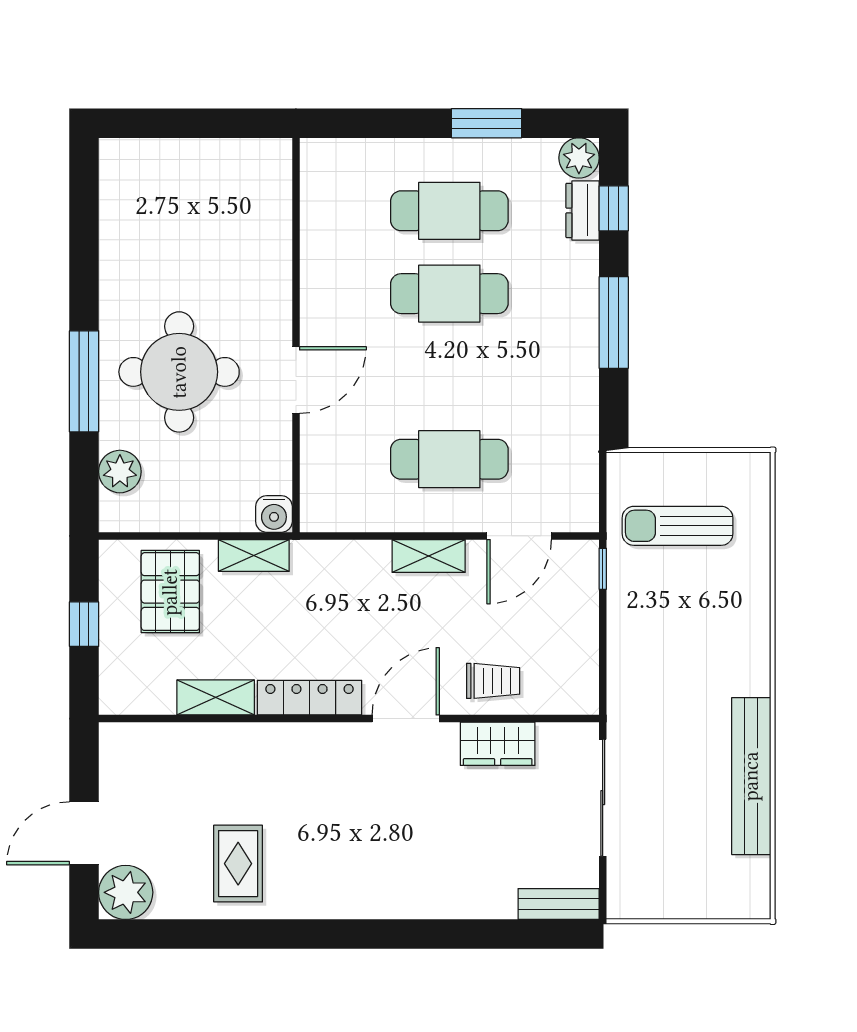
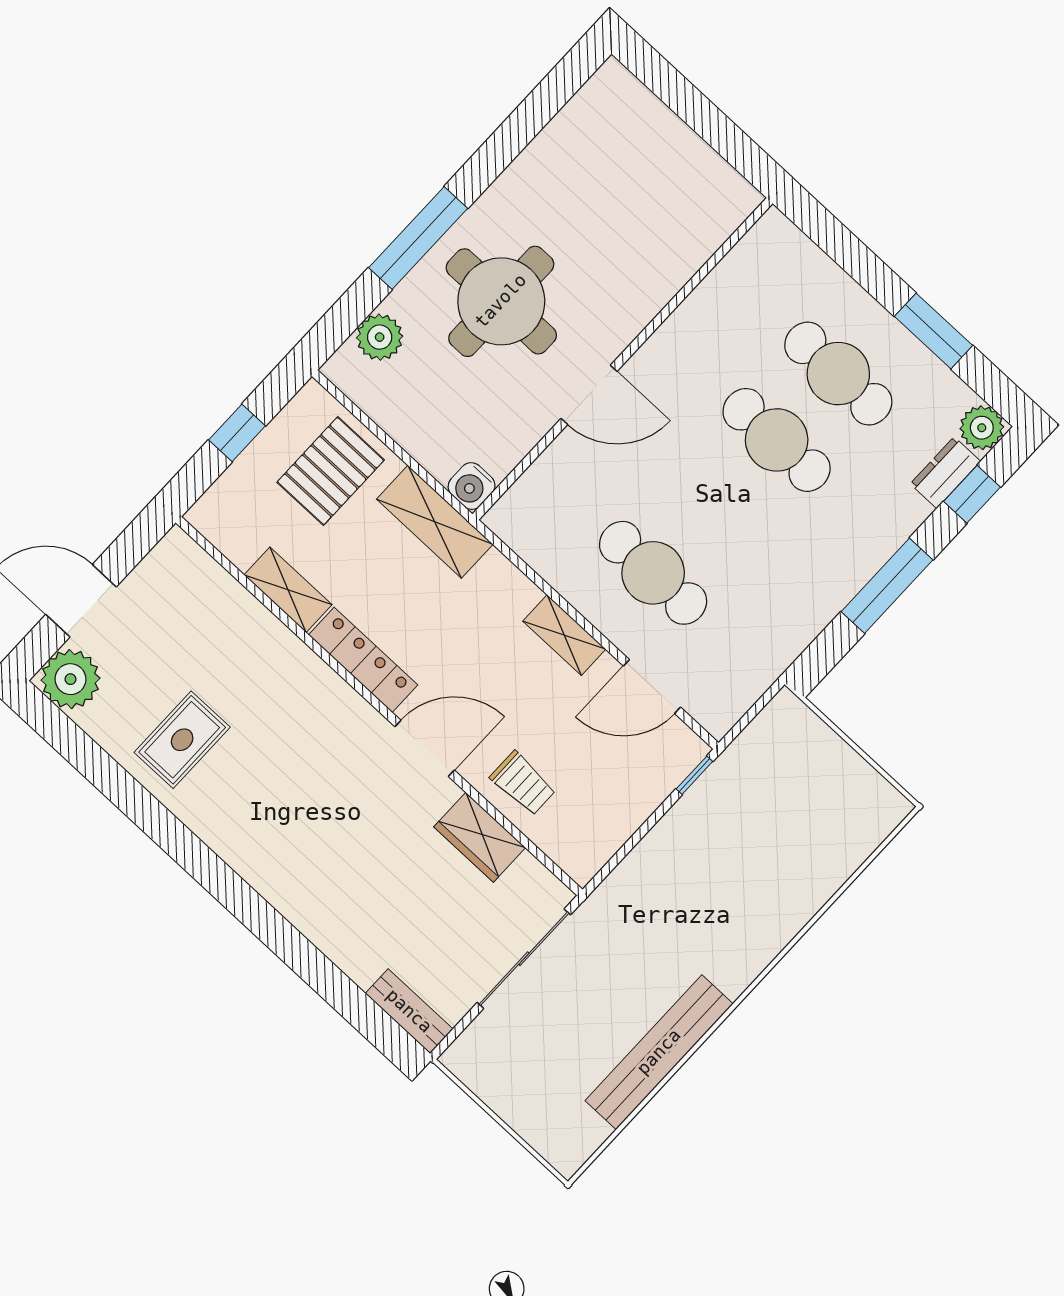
sun lounger: (678, 526) -> (786, 796), removed
shelving: (254, 555) -> (435, 522), width x1.50, depth x1.33

